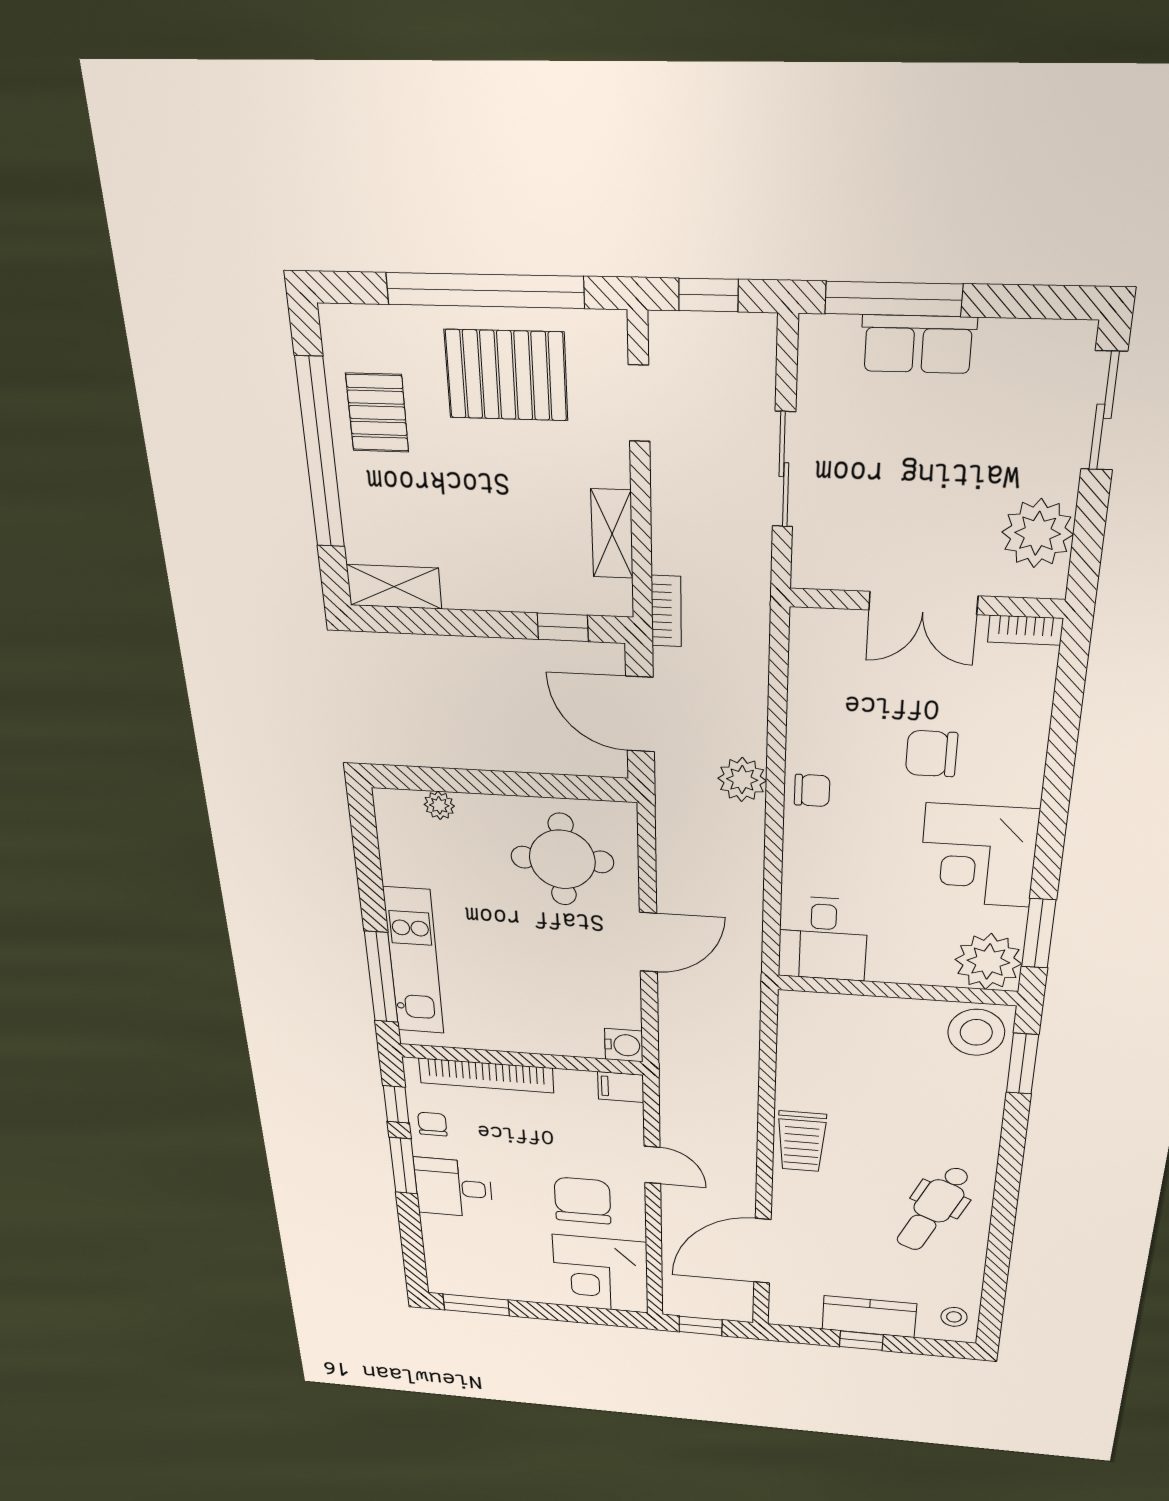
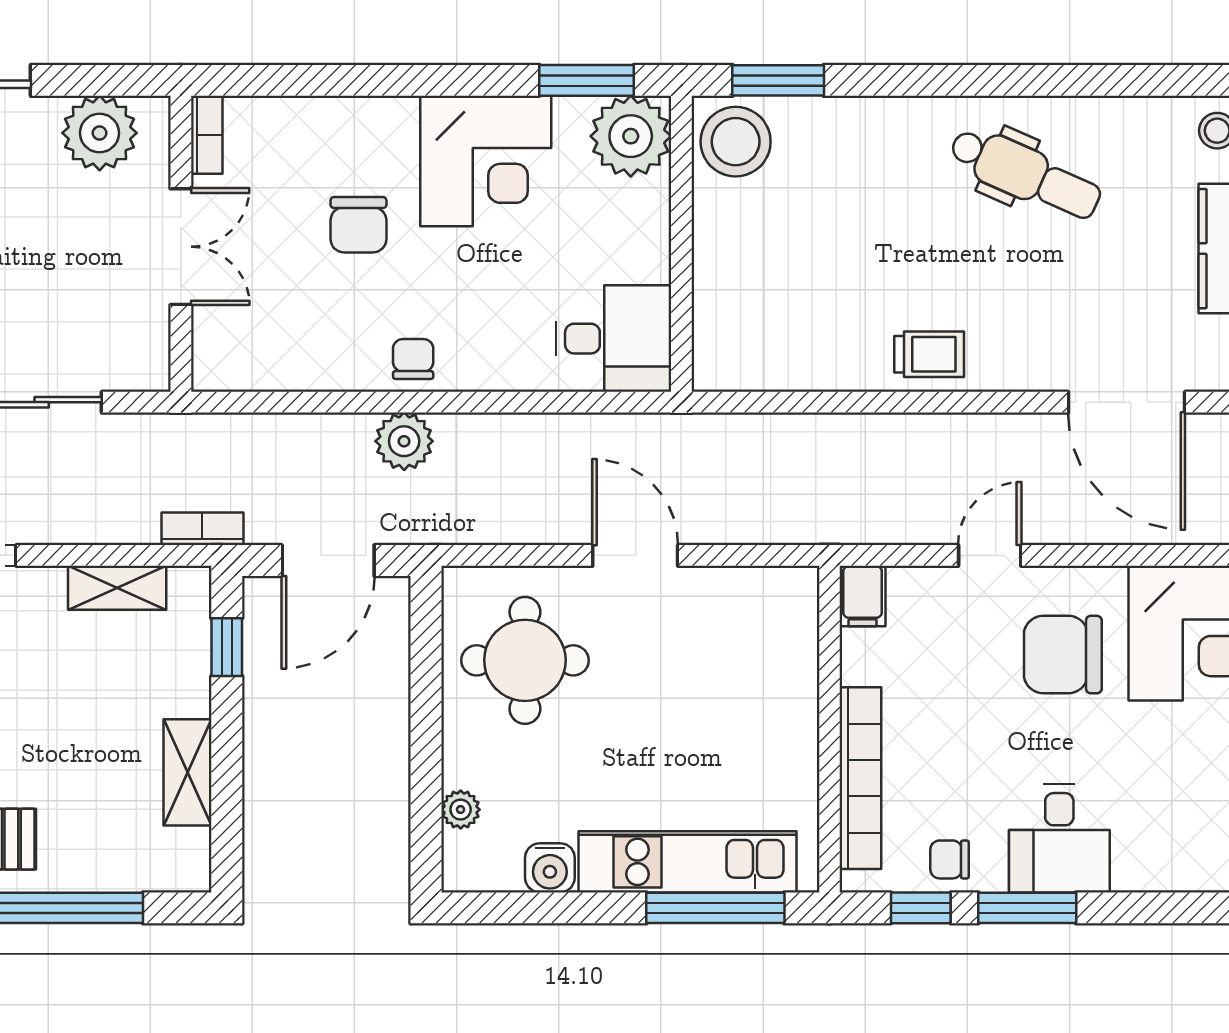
shelving: (394, 587) -> (187, 772), moved
water cooler: (624, 1045) -> (550, 868), moved, turned 180
trolley: (802, 1141) -> (929, 354), width x0.73, depth x0.72

